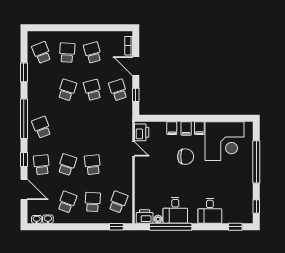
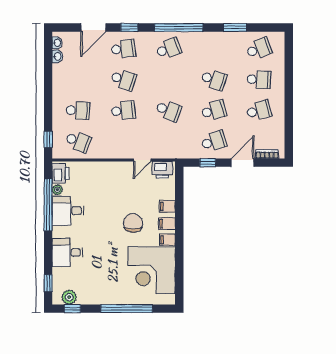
chair: (186, 157) -> (133, 223), turned 180
school desk: (67, 202) -> (168, 111), moved
plant: (247, 209) -> (69, 297), added

